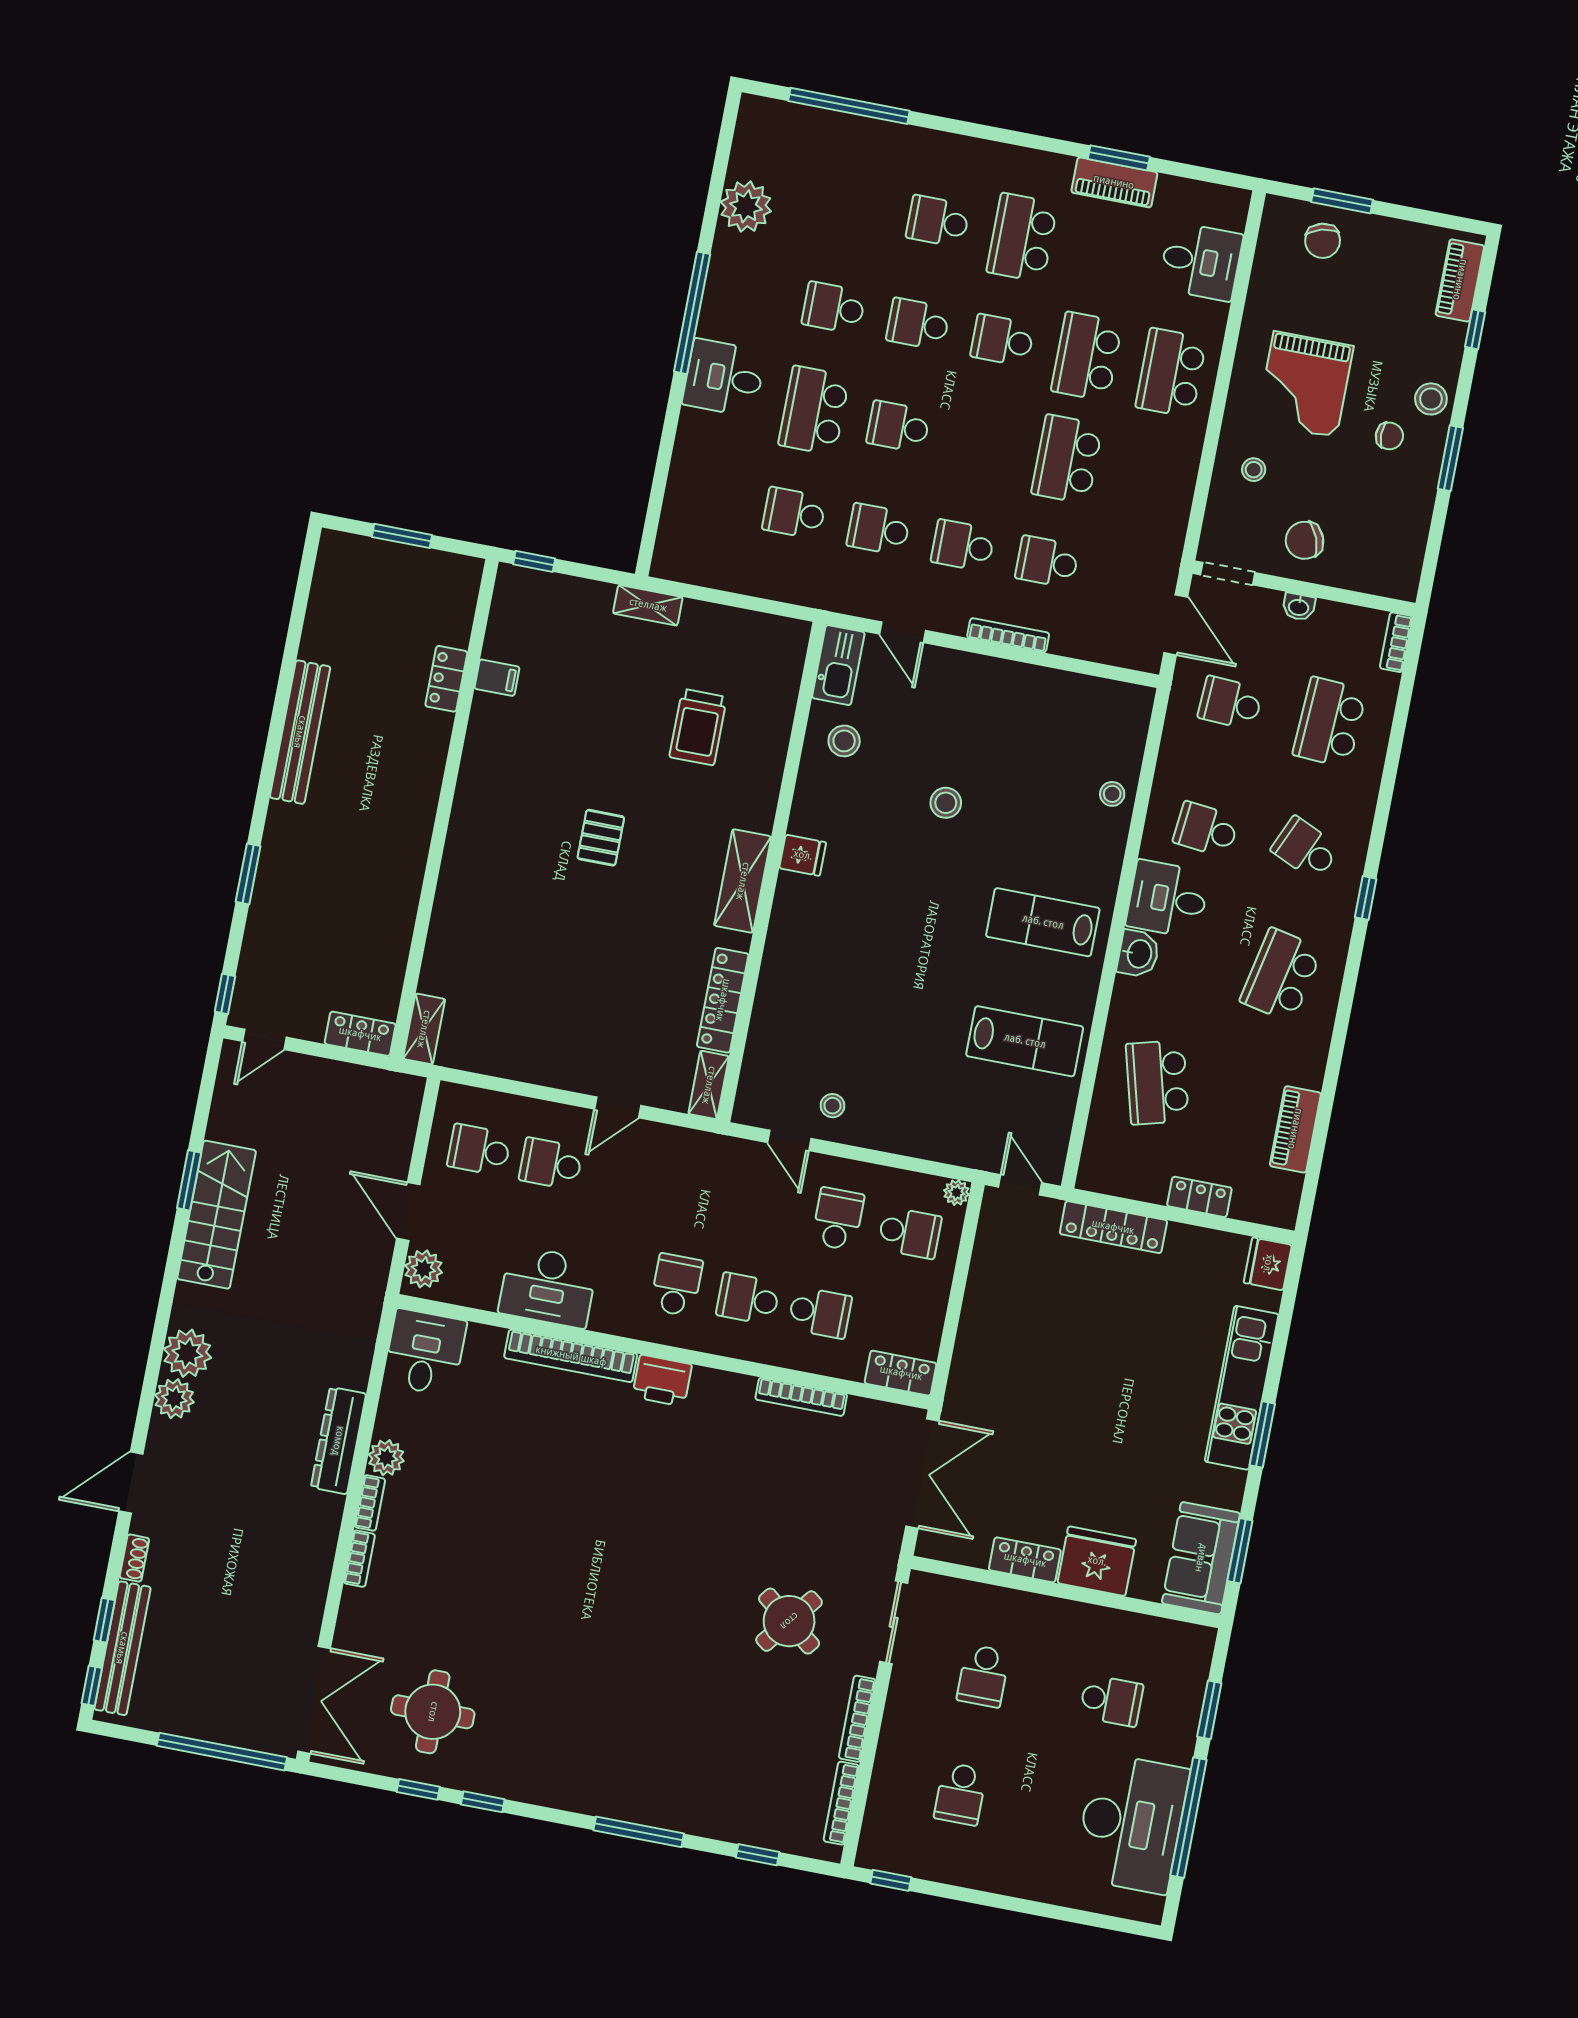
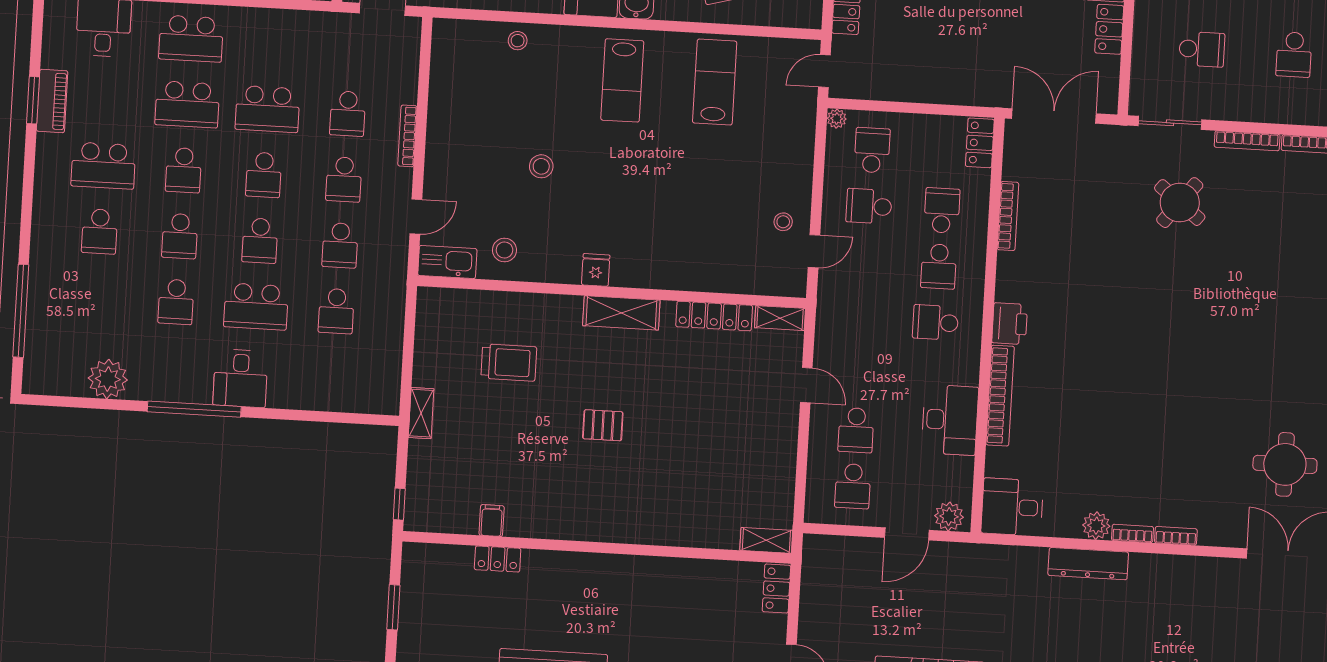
school desk: (983, 443) -> (264, 175), added
school desk: (960, 1794) -> (1294, 55), turned 90

